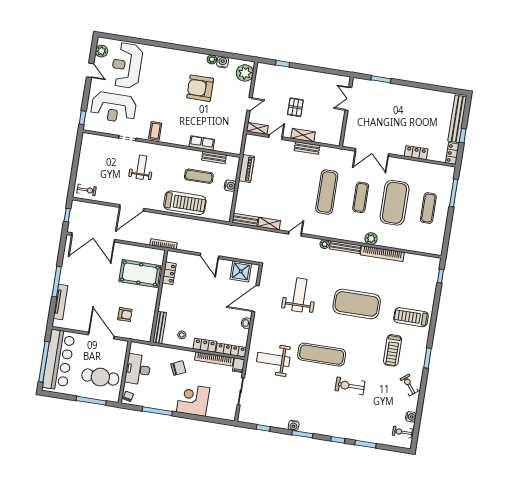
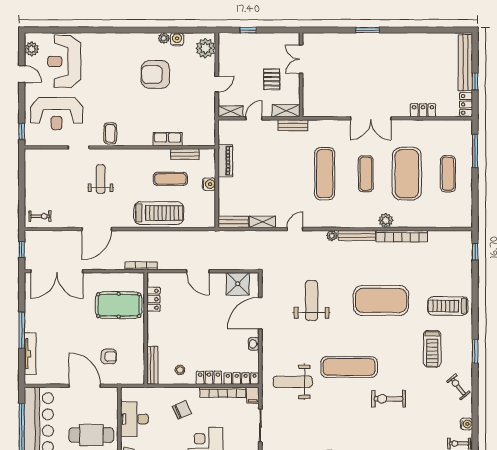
double door: (348, 99) -> (301, 59), moved
wall: (346, 112) -> (301, 75), moved

